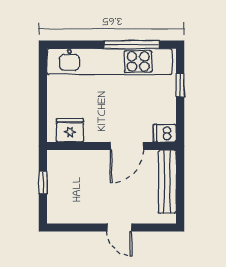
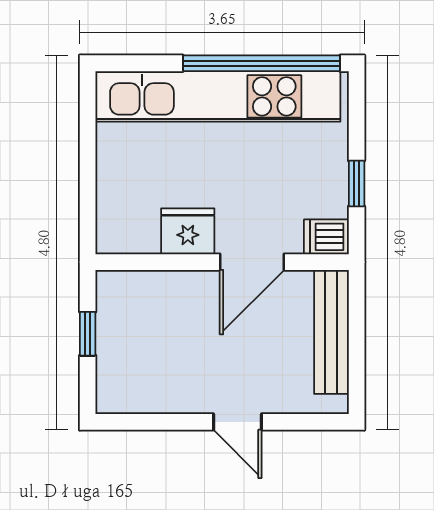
window: (132, 45) -> (262, 63), width x1.46
window: (180, 85) -> (357, 183), moved
fridge: (70, 130) -> (188, 231), moved

